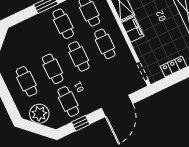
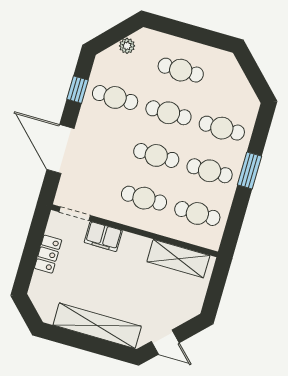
filing cabinet: (133, 29) -> (103, 236), moved
cafe table: (37, 36) -> (222, 128), added
plant: (39, 114) -> (127, 46), width x0.53, depth x0.53

